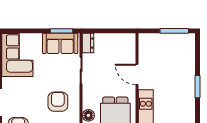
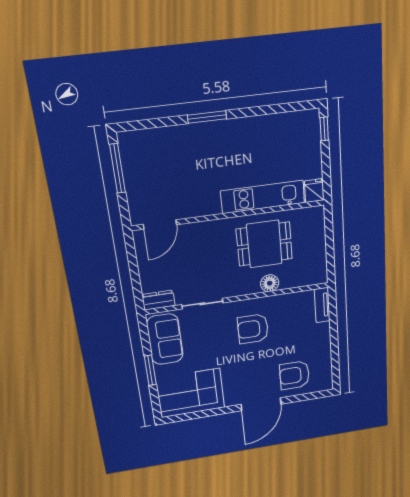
window: (62, 31) -> (150, 370), moved
door: (137, 74) -> (160, 225), moved

